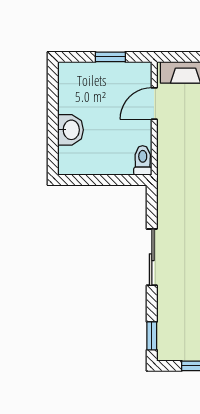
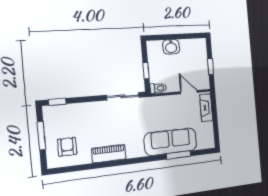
window: (110, 180) -> (146, 71), added
sliding door: (152, 257) -> (123, 96), moved

